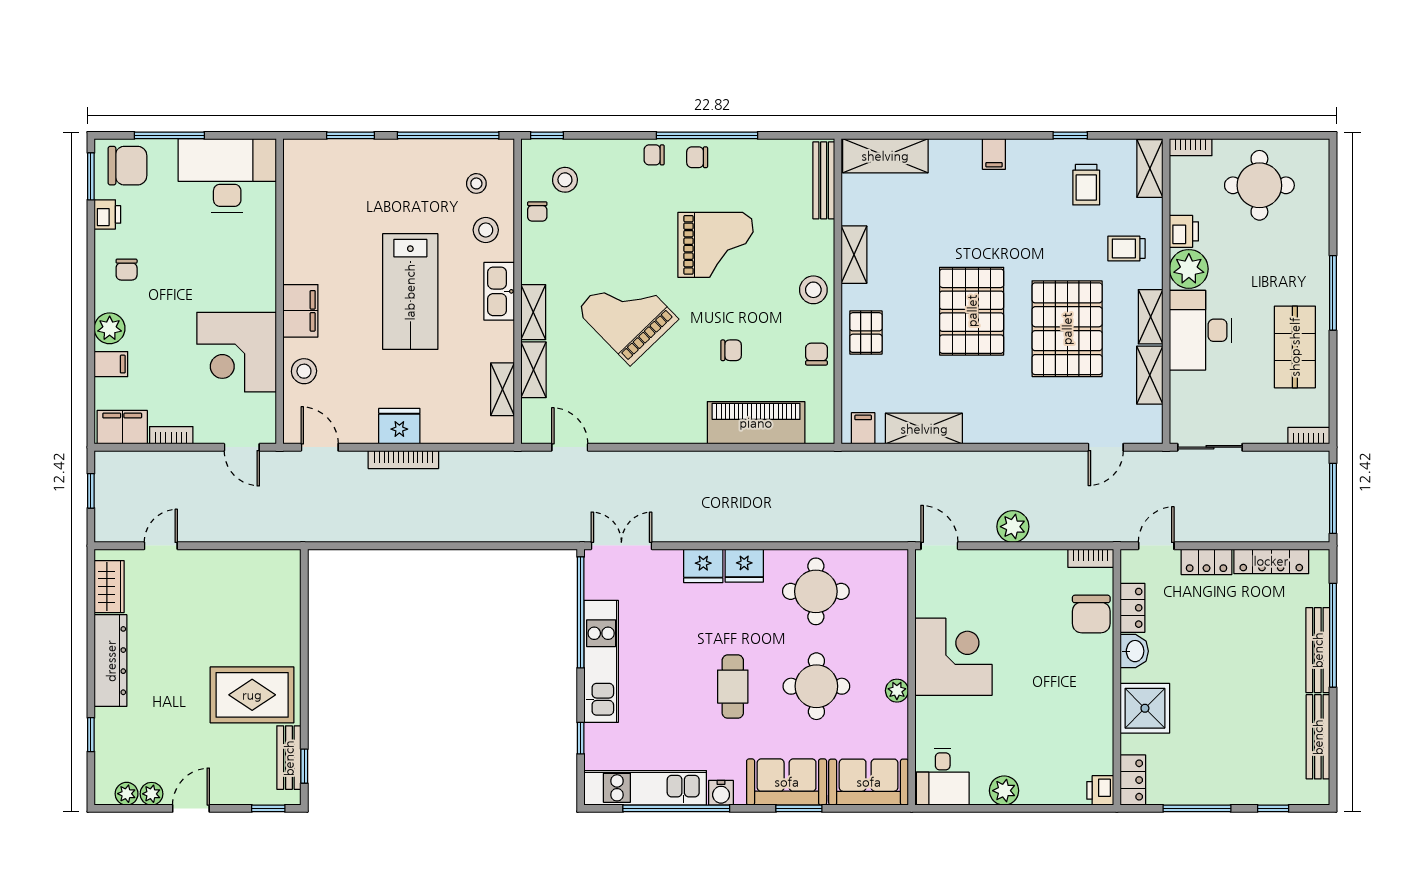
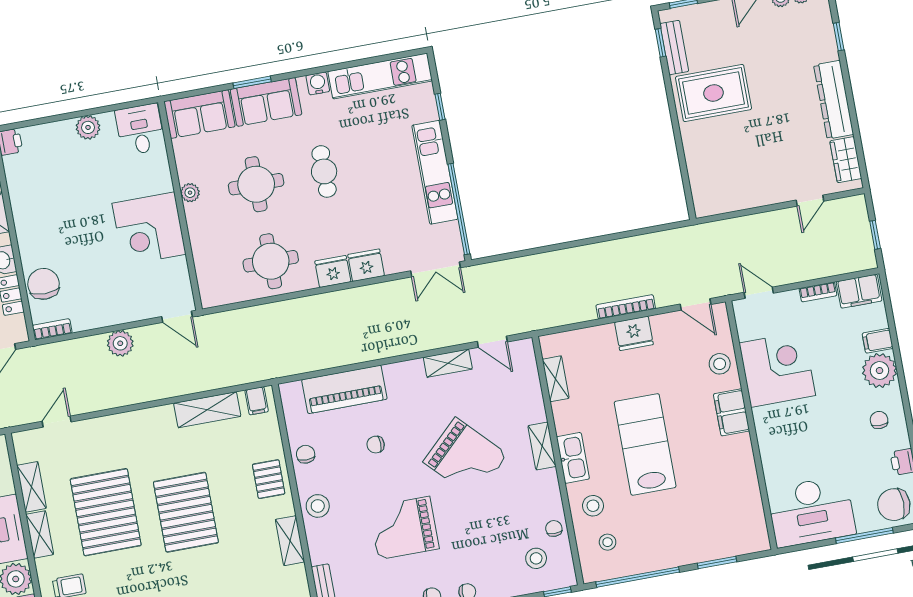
plant: (110, 328) -> (880, 371), width x1.36, depth x1.36
chair: (816, 354) -> (306, 454), turned 180
shelving: (534, 370) -> (448, 363), moved, turned 90
window: (676, 808) -> (352, 64), removed

